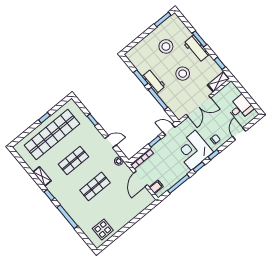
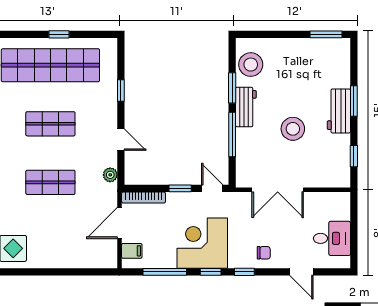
stool: (166, 46) -> (251, 65), moved
shelving: (218, 82) -> (332, 179), removed
door: (239, 134) -> (301, 272), swing flipped
corner desk: (193, 150) -> (202, 243), moved

